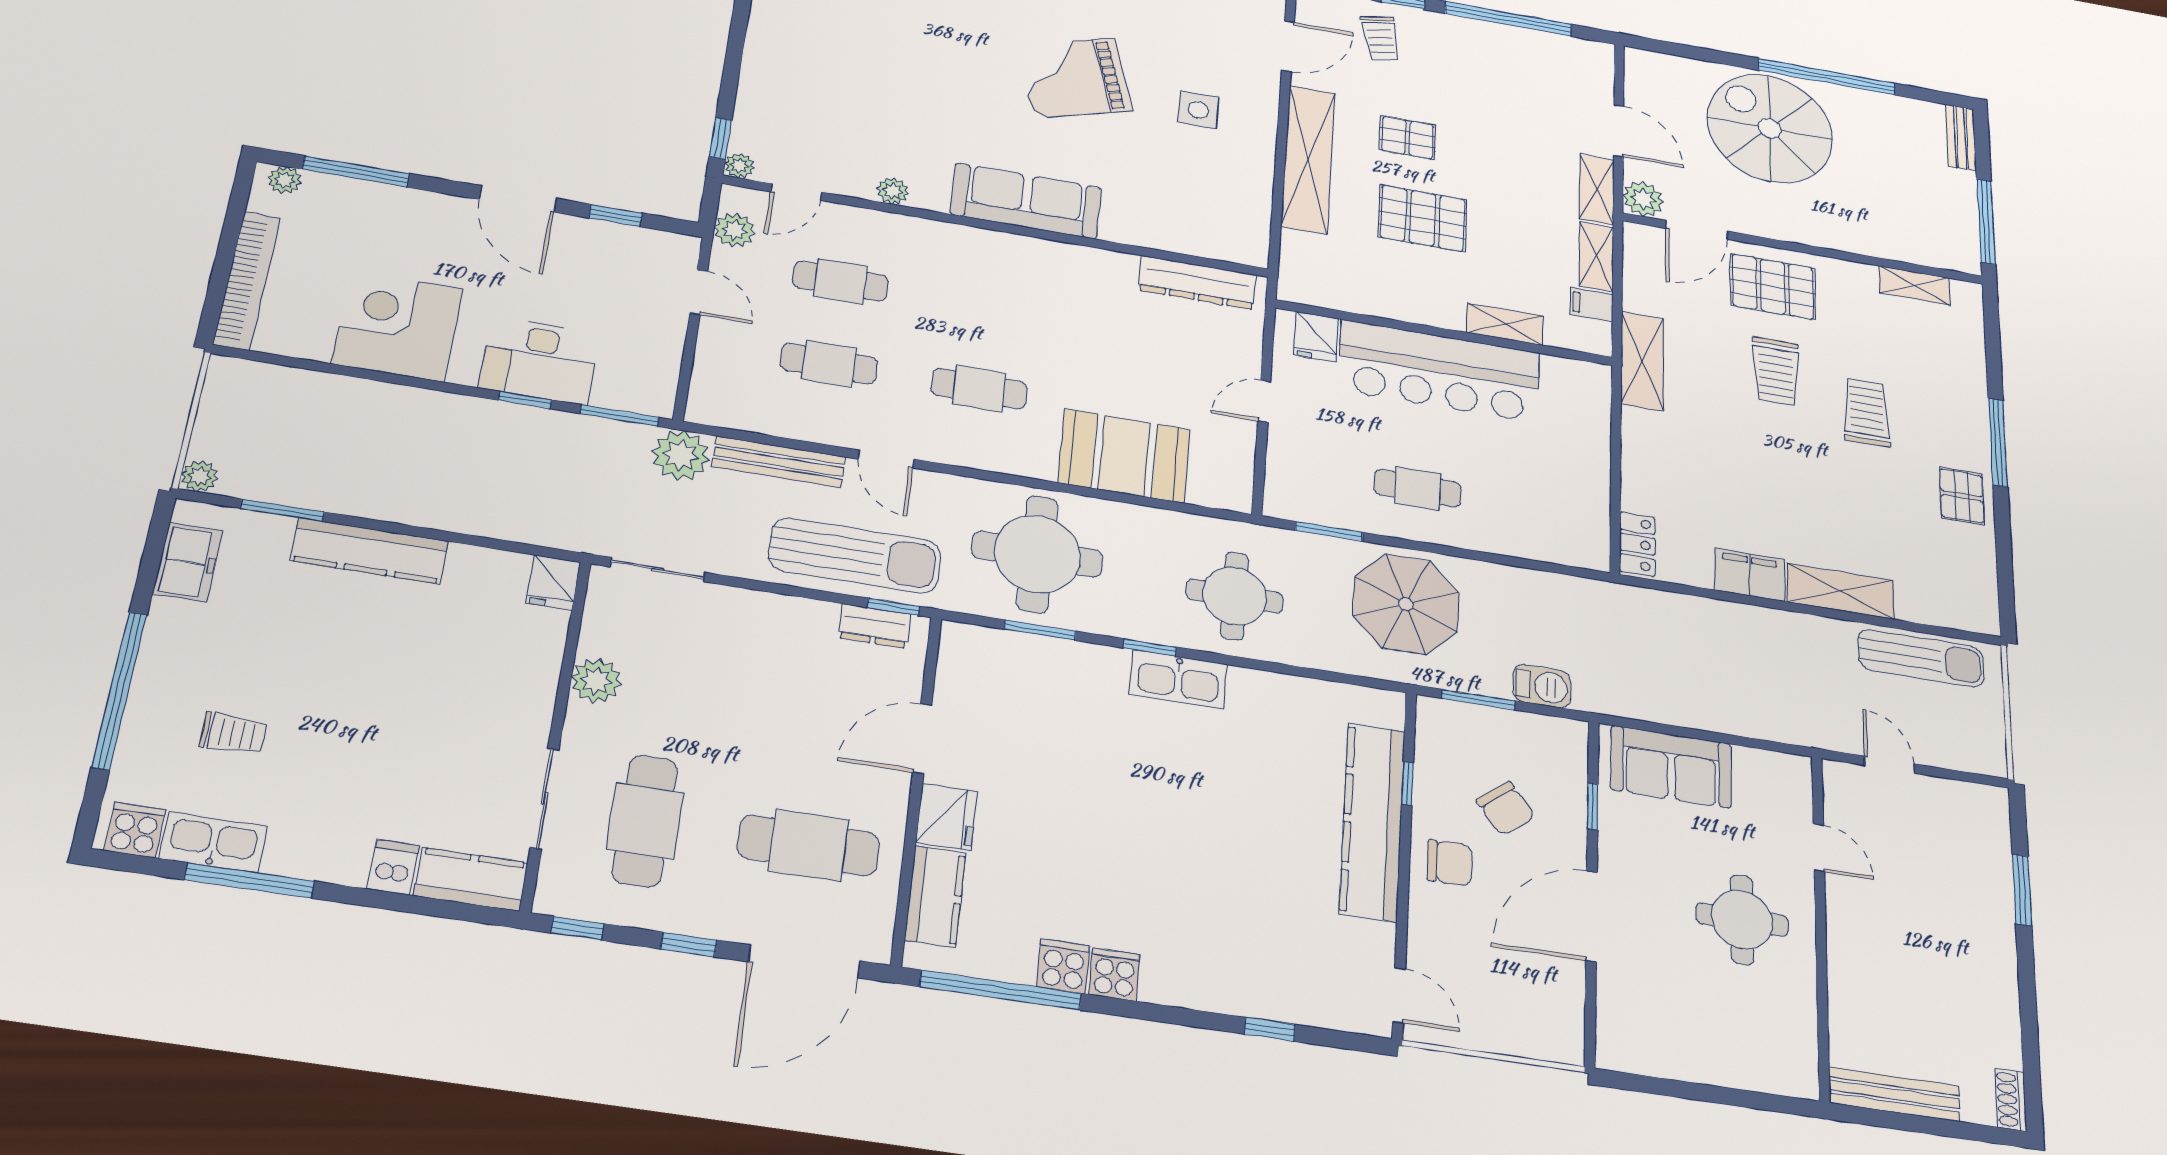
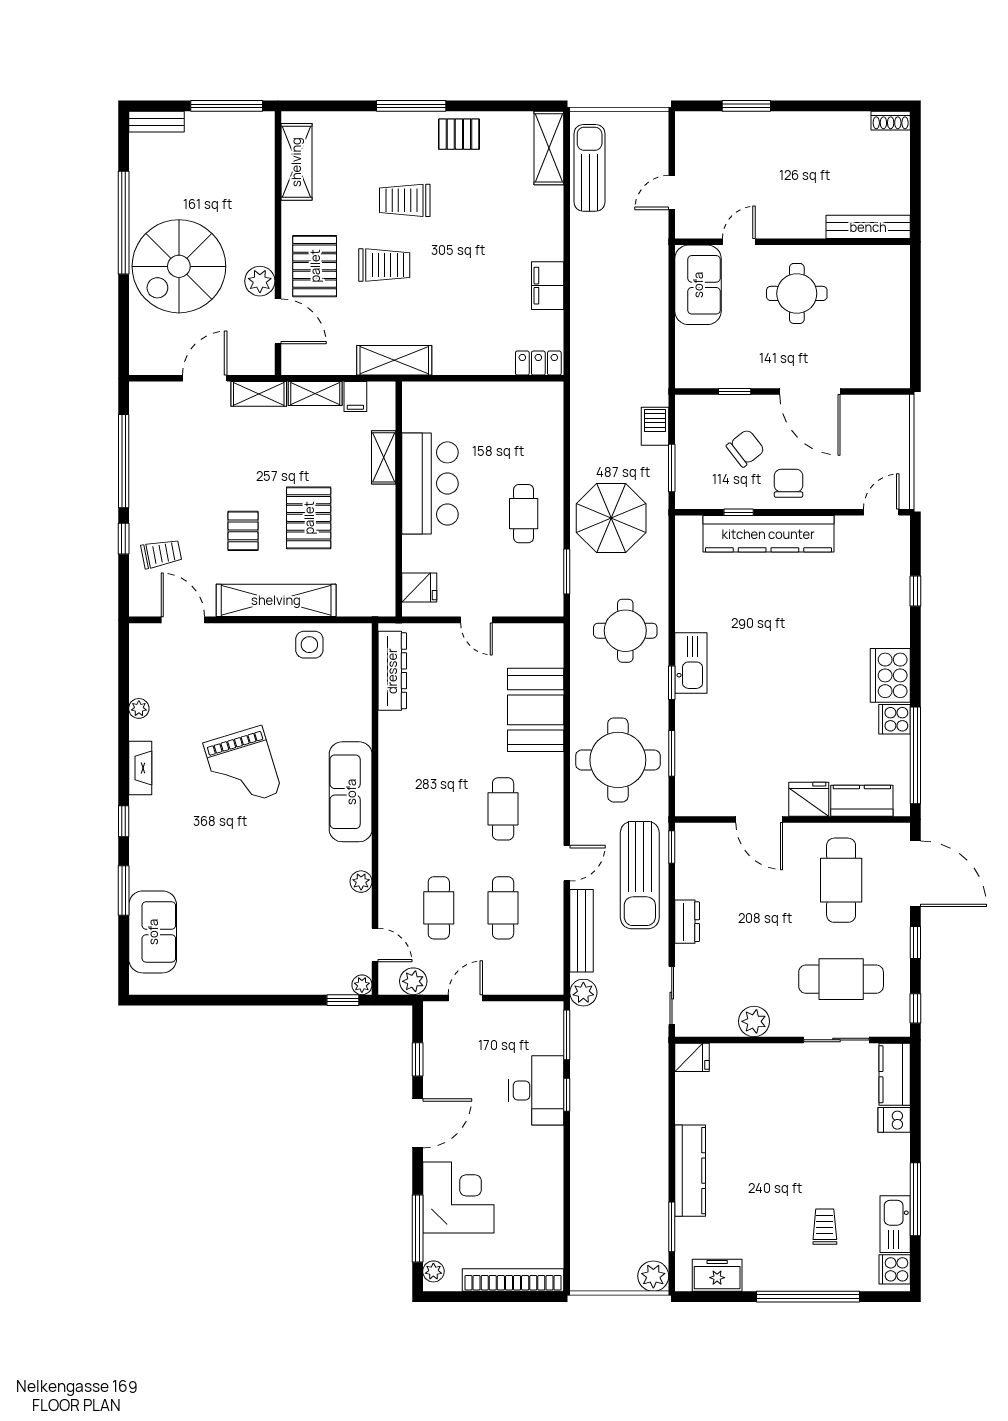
side table: (1198, 110) -> (309, 645), moved
plant: (1643, 199) -> (260, 281), moved
shelving: (1915, 285) -> (296, 162), width x1.50, depth x1.33
corner desk: (397, 326) -> (458, 1197), moved, turned 180
bar counter: (1439, 371) -> (430, 483), width x0.73
plant: (681, 455) -> (583, 993), width x0.73, depth x0.73
plant: (200, 476) -> (653, 1276), width x1.38, depth x1.38
sun lounger: (855, 555) -> (640, 875), turned 180
shelving: (1840, 591) -> (549, 148), moved
dresser: (874, 626) -> (687, 922), moved
sofa: (1671, 767) -> (698, 285), moved
cooker: (1114, 975) -> (890, 675), width x1.87, depth x1.31
bench: (1894, 1094) -> (868, 227), moved, turned 90

